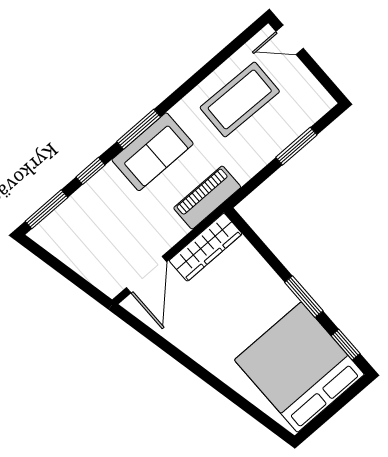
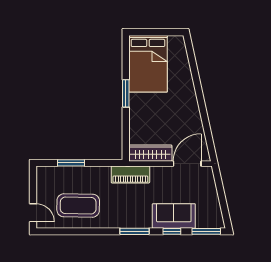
sofa: (153, 152) -> (174, 216), moved
window: (346, 345) -> (126, 56), removed
bed: (299, 367) -> (148, 64), width x0.73

